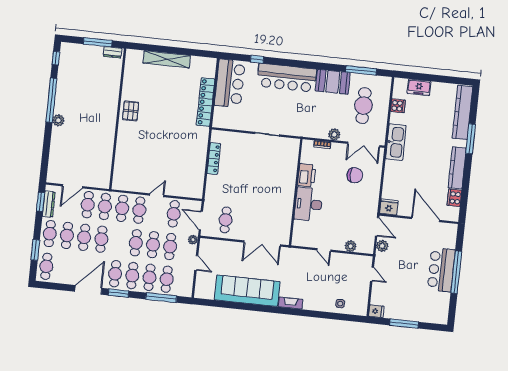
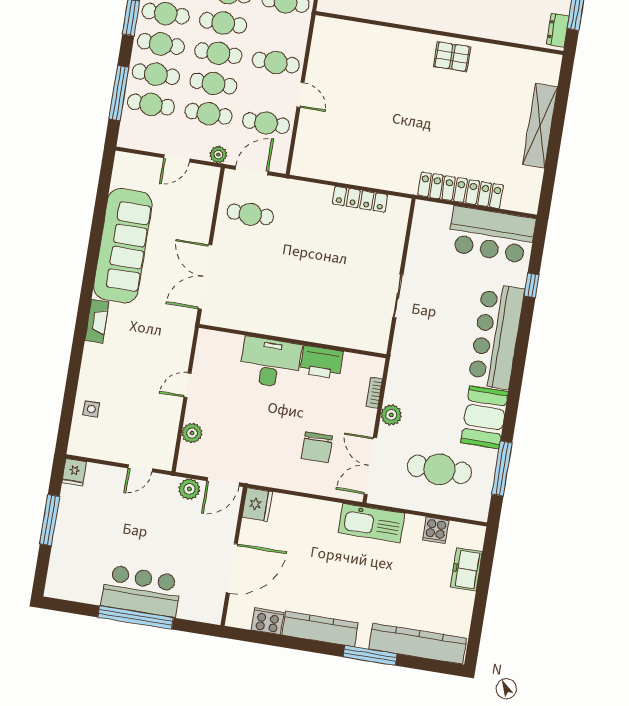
cafe table: (122, 208) -> (223, 23), moved

